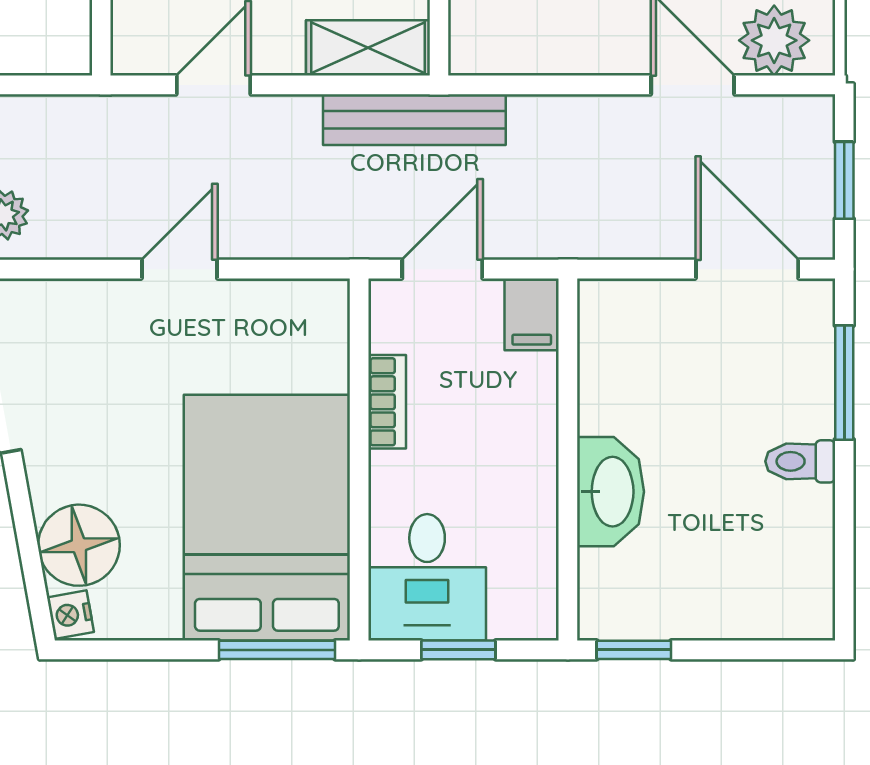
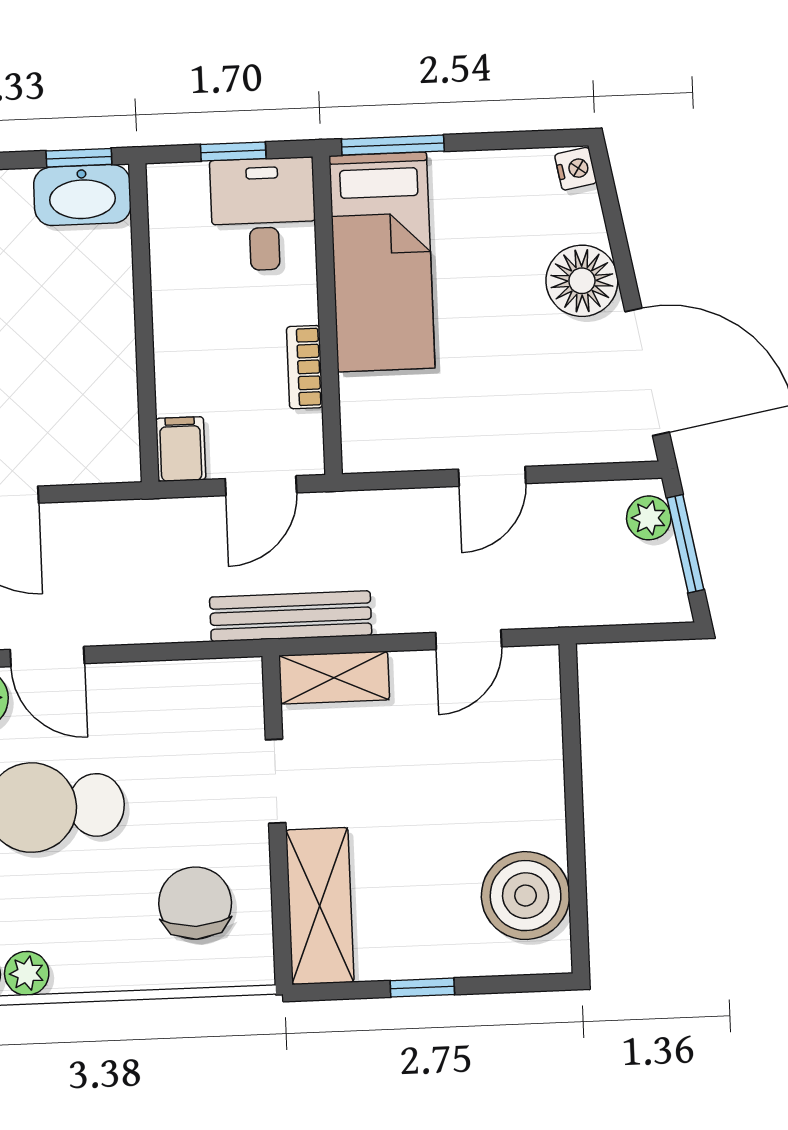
washbasin: (611, 492) -> (82, 195), moved, turned -90
bed: (267, 518) -> (382, 262), width x0.67
floor lamp: (79, 545) -> (582, 281), moved

